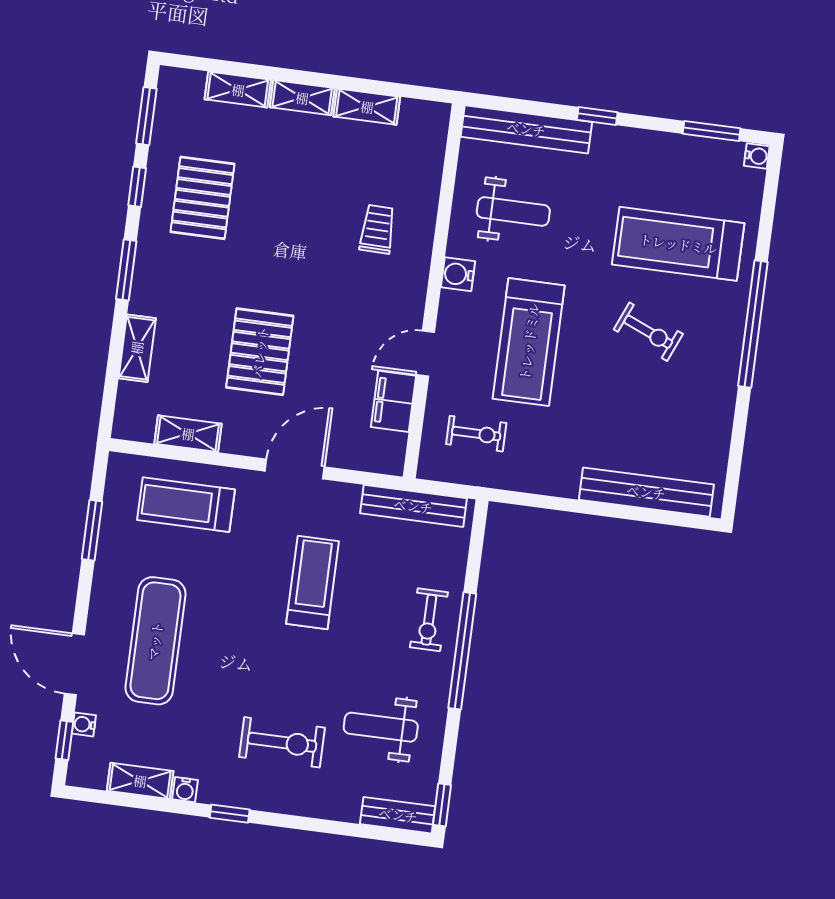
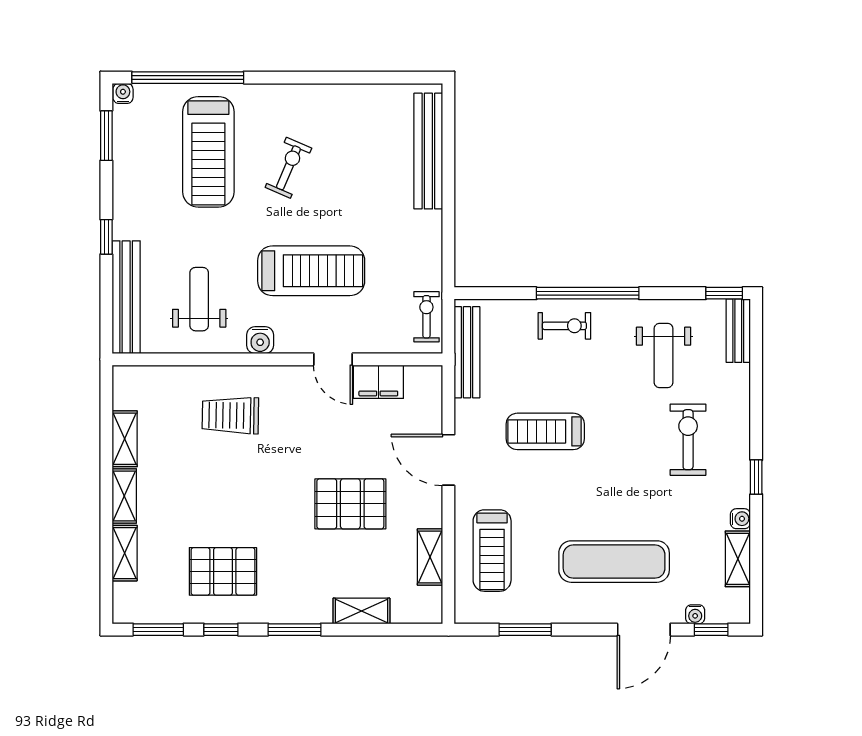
trolley: (377, 229) -> (230, 415), width x1.36, depth x1.39
window: (753, 324) -> (188, 78), moved
exercise bike: (476, 434) -> (426, 317), moved

